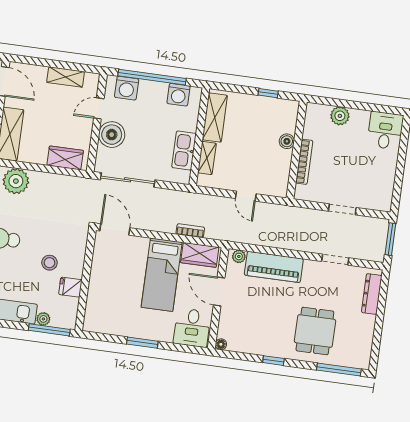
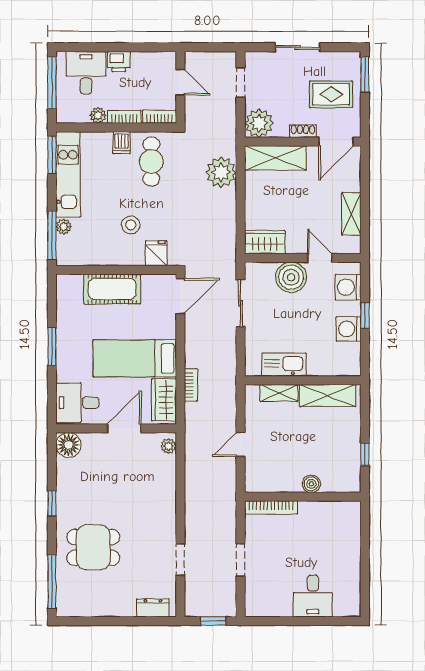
window: (152, 77) -> (365, 315), width x0.32
washing machine: (178, 95) -> (349, 329), moved
plant: (340, 116) -> (350, 542), removed
desk: (385, 130) -> (313, 596), moved, turned 90
wardrobe: (65, 158) -> (265, 242), moved, turned -90
bookcase: (304, 162) -> (271, 507), moved
sliding door: (128, 180) -> (240, 303), width x0.73
window: (390, 239) -> (213, 621), width x0.67
piano: (274, 267) -> (162, 489), removed
cot: (101, 286) -> (112, 289), added
fridge: (70, 287) -> (156, 253), moved
dresser: (372, 294) -> (153, 608), width x0.70
floor lamp: (221, 344) -> (68, 445), width x1.89, depth x1.89

